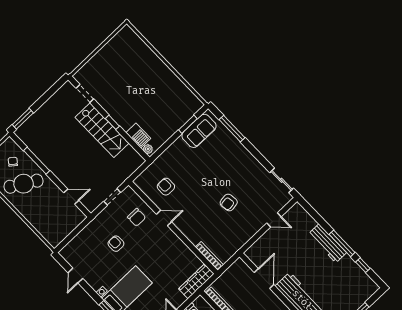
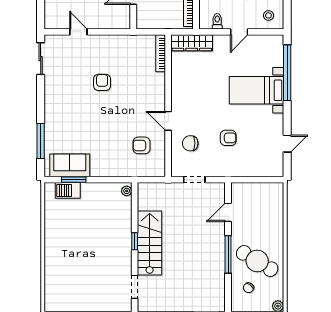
barbecue: (138, 136) -> (68, 190), moved, turned -90
window: (37, 161) -> (228, 254), moved
armchair: (166, 187) -> (141, 145), turned 90
door: (71, 197) -> (228, 212), hinge flipped
armchair: (229, 202) -> (102, 82), turned -82
chair: (137, 217) -> (190, 143), turned -90
armchair: (116, 244) -> (228, 138), turned -90

